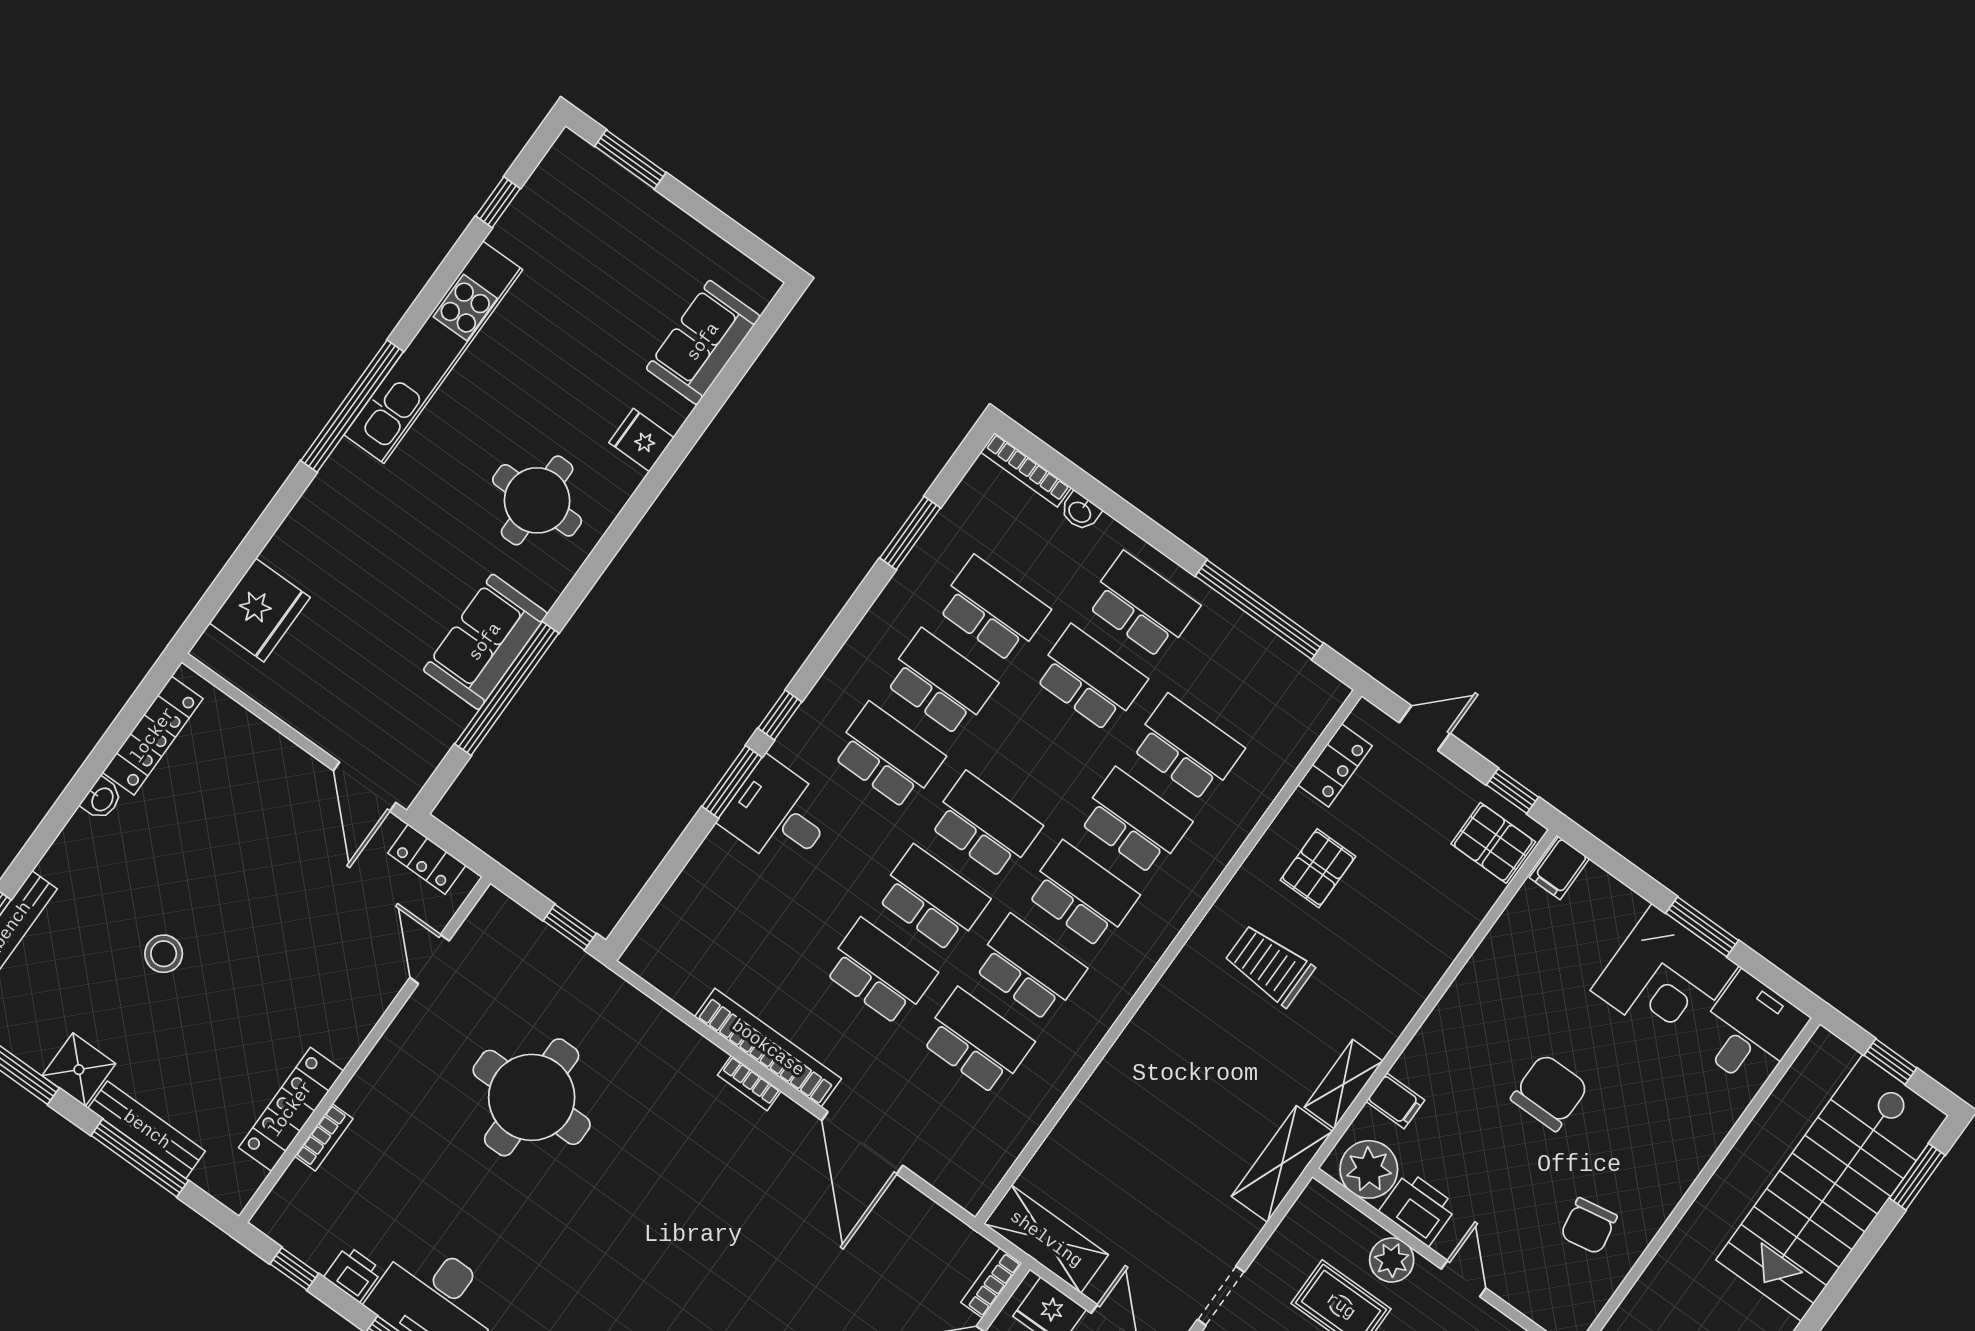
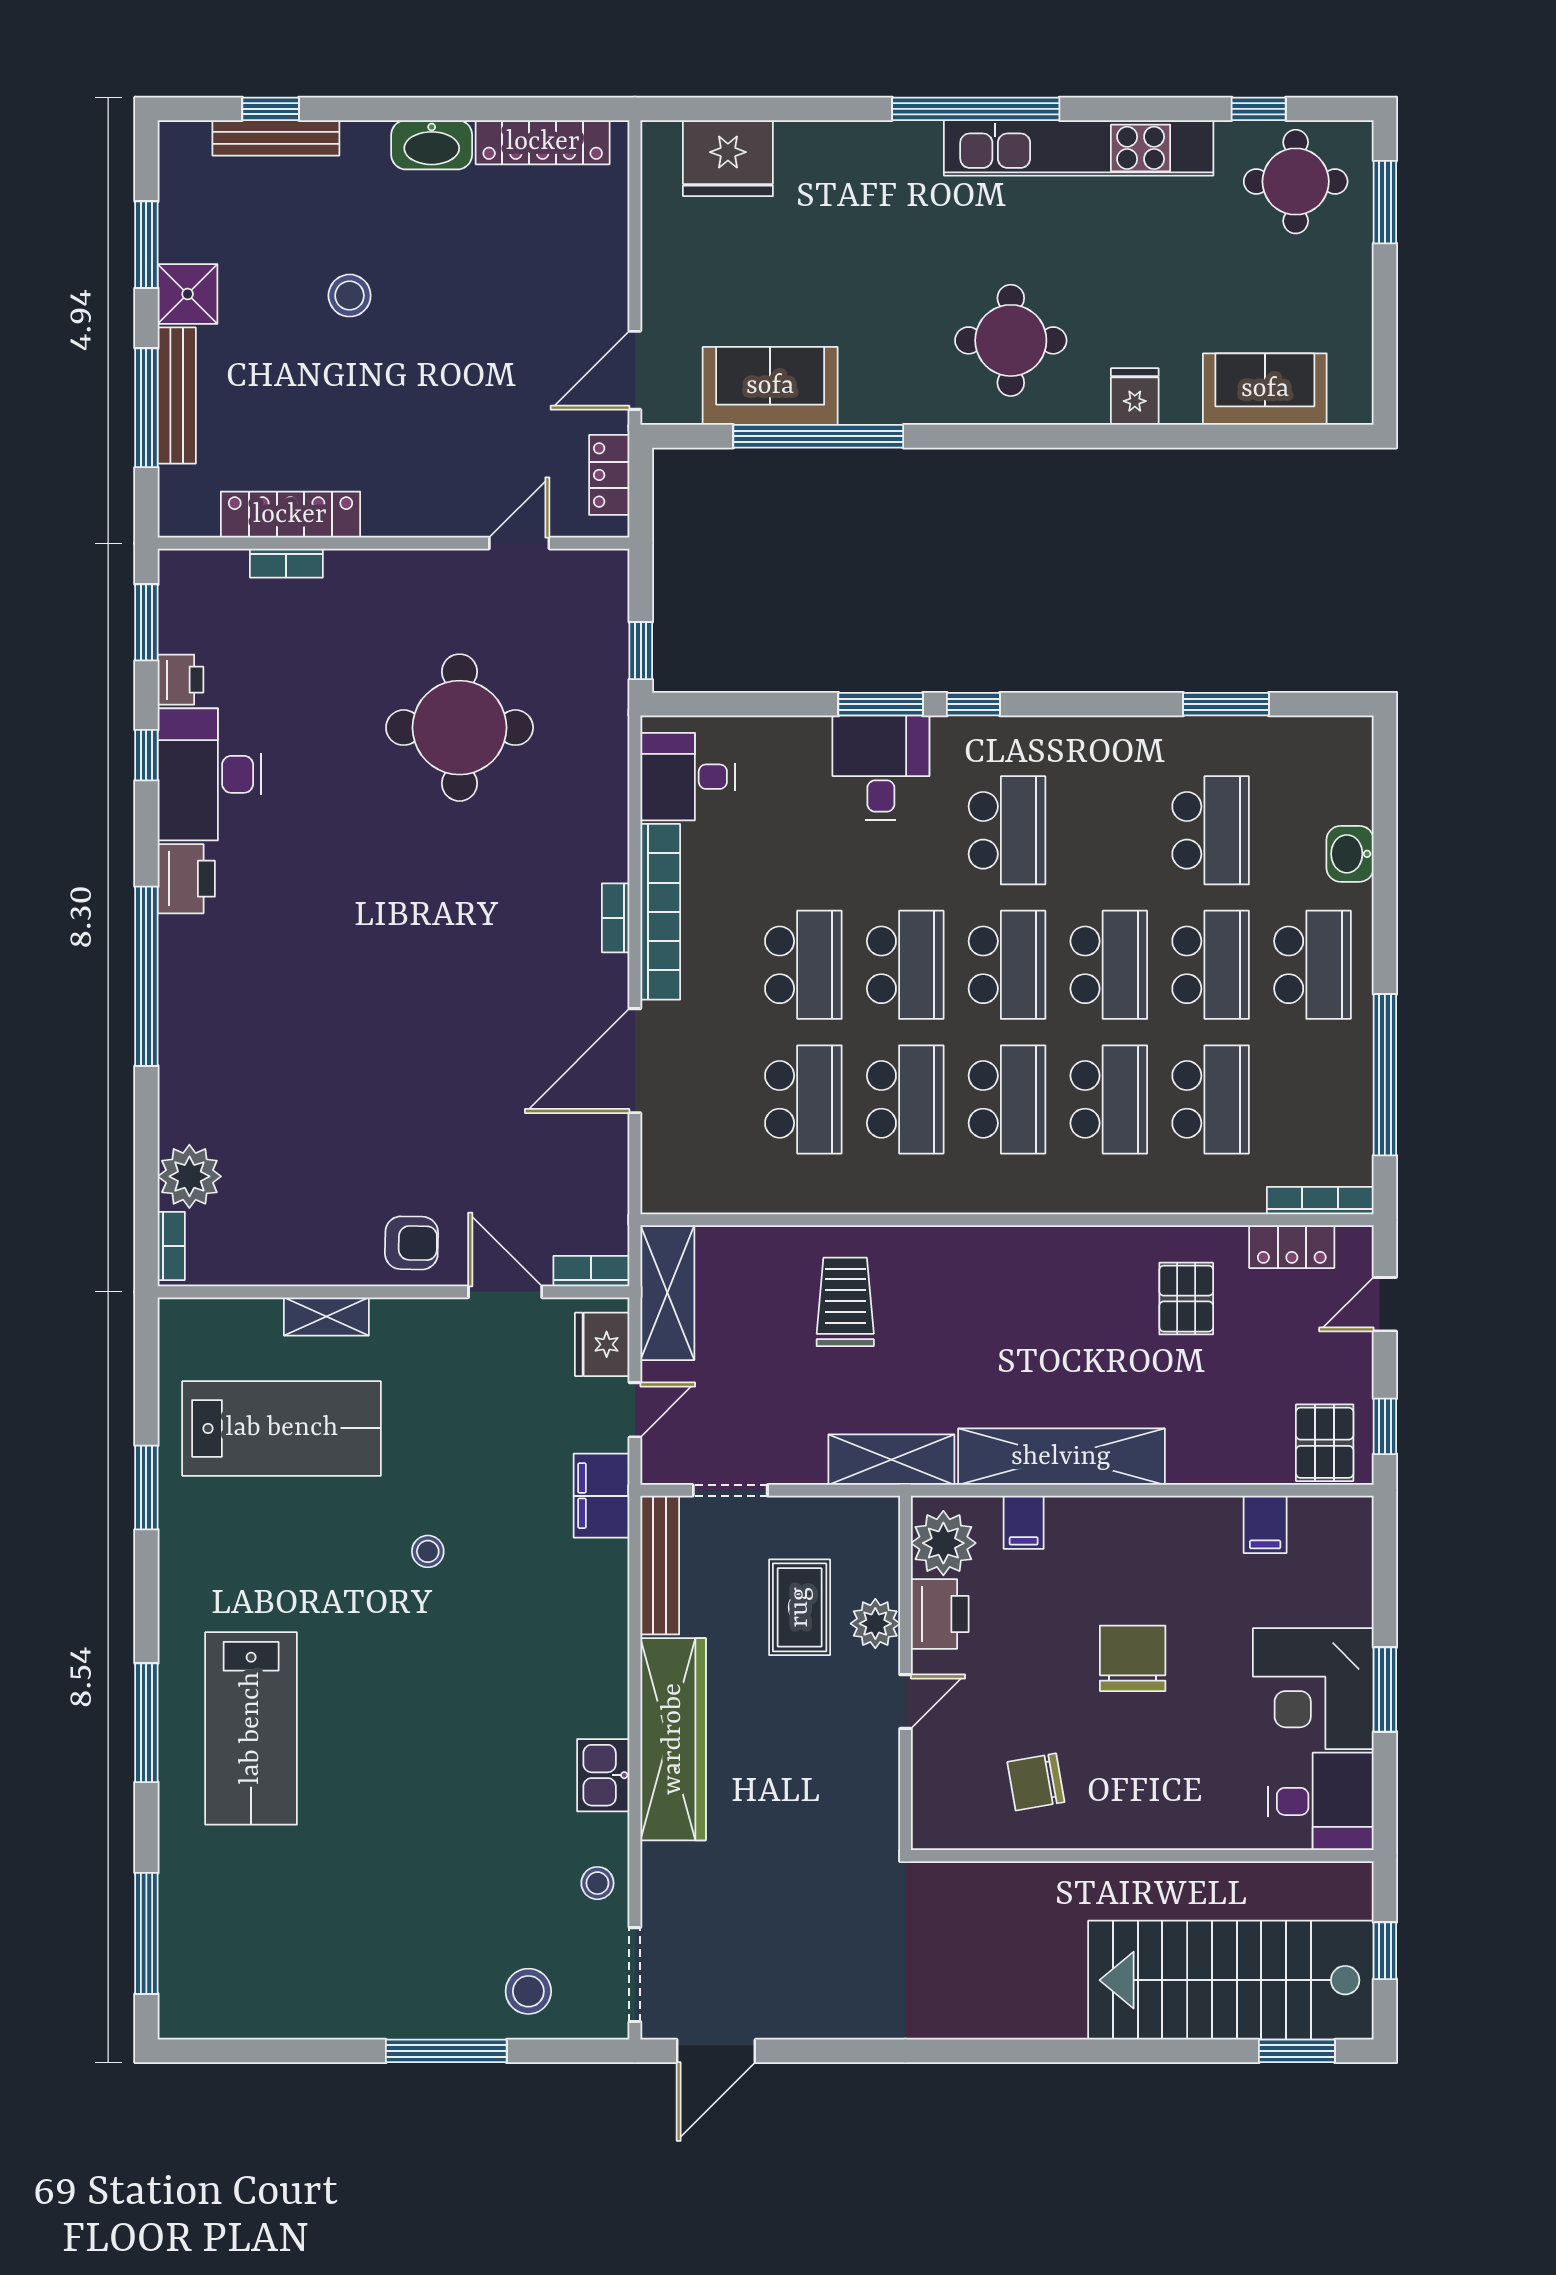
round table: (569, 213) -> (1296, 182), added
bookcase: (1026, 470) -> (1320, 1201), moved, turned 90
washbasin: (1080, 512) -> (1350, 854), width x1.38, depth x1.45
sofa: (485, 642) -> (770, 386), moved
school desk: (941, 682) -> (1109, 965), moved
door: (1425, 728) -> (1385, 1304), swing flipped
washbasin: (102, 799) -> (432, 145), width x1.91, depth x1.45
pallet: (1318, 868) -> (1186, 1299), turned 90
filing cabinet: (1559, 868) -> (1265, 1524), moved, turned -90
desk: (685, 958) -> (687, 777), added
trolley: (1269, 965) -> (845, 1302), moved
shelving: (1344, 1084) -> (1061, 1457), width x2.20, depth x1.33
chair: (1550, 1092) -> (1133, 1658), turned -90
window: (294, 1269) -> (146, 622), width x1.50

